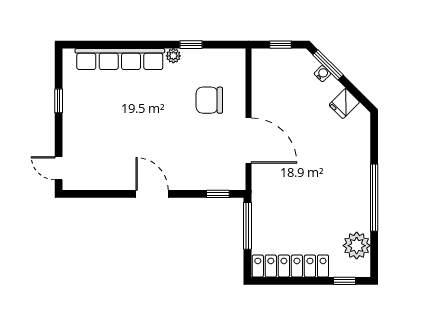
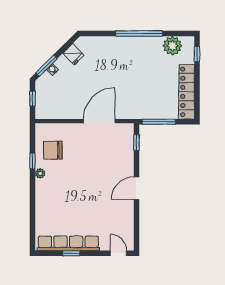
row of seats: (120, 59) -> (68, 243), moved, turned -90
chair: (209, 100) -> (53, 150), moved, turned 90
door: (59, 168) -> (118, 253), swing flipped

